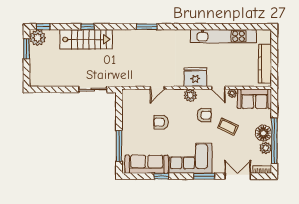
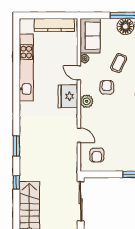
window: (88, 27) -> (16, 183), moved
door: (218, 88) -> (79, 73), swing flipped
sliding door: (93, 89) -> (81, 201), width x1.37
armchair: (161, 122) -> (97, 155), moved

